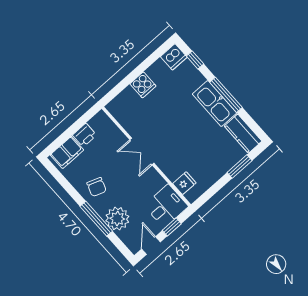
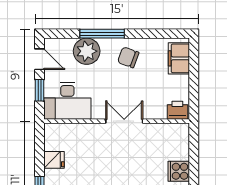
printer: (84, 135) -> (177, 110), moved, turned 90
fridge: (184, 183) -> (54, 160), moved, turned -90
desk: (166, 206) -> (67, 101), width x1.37

